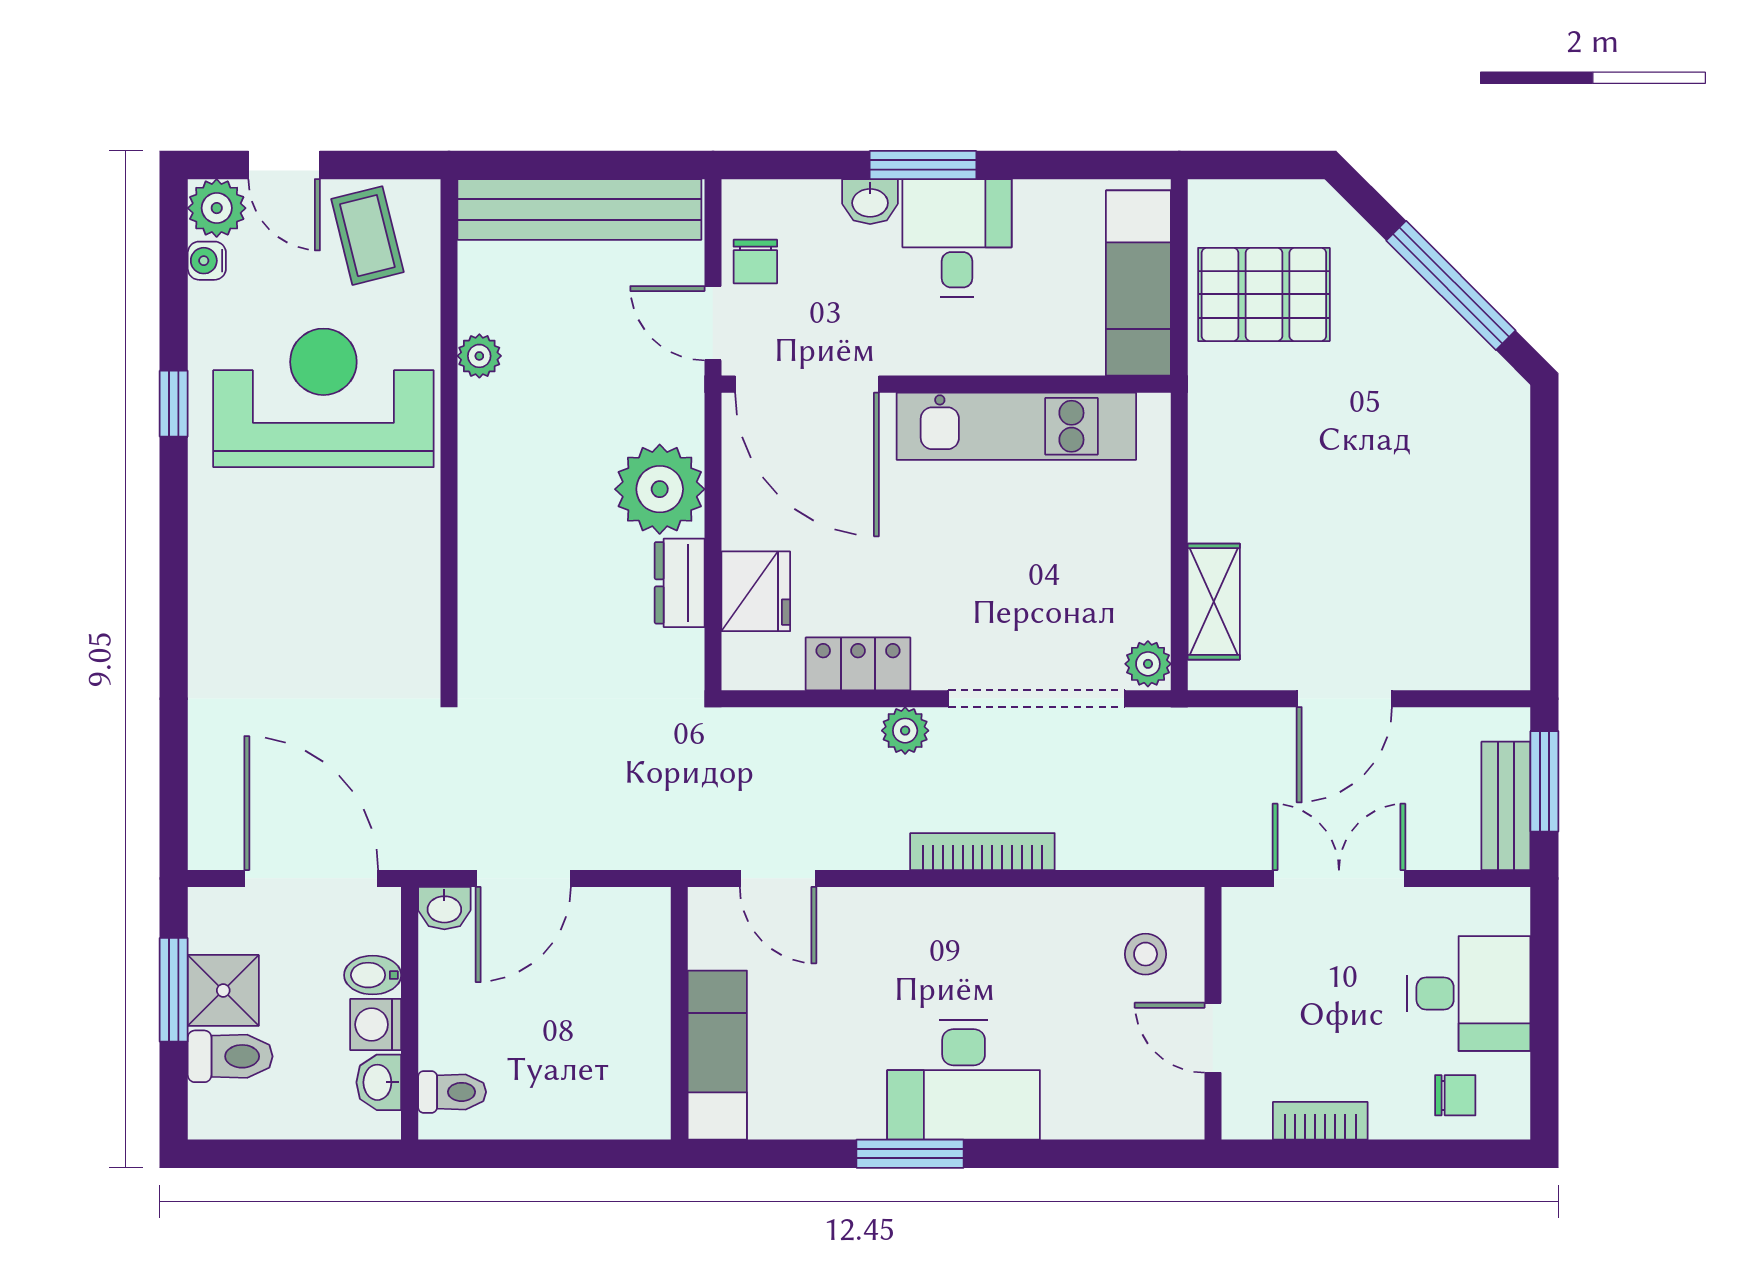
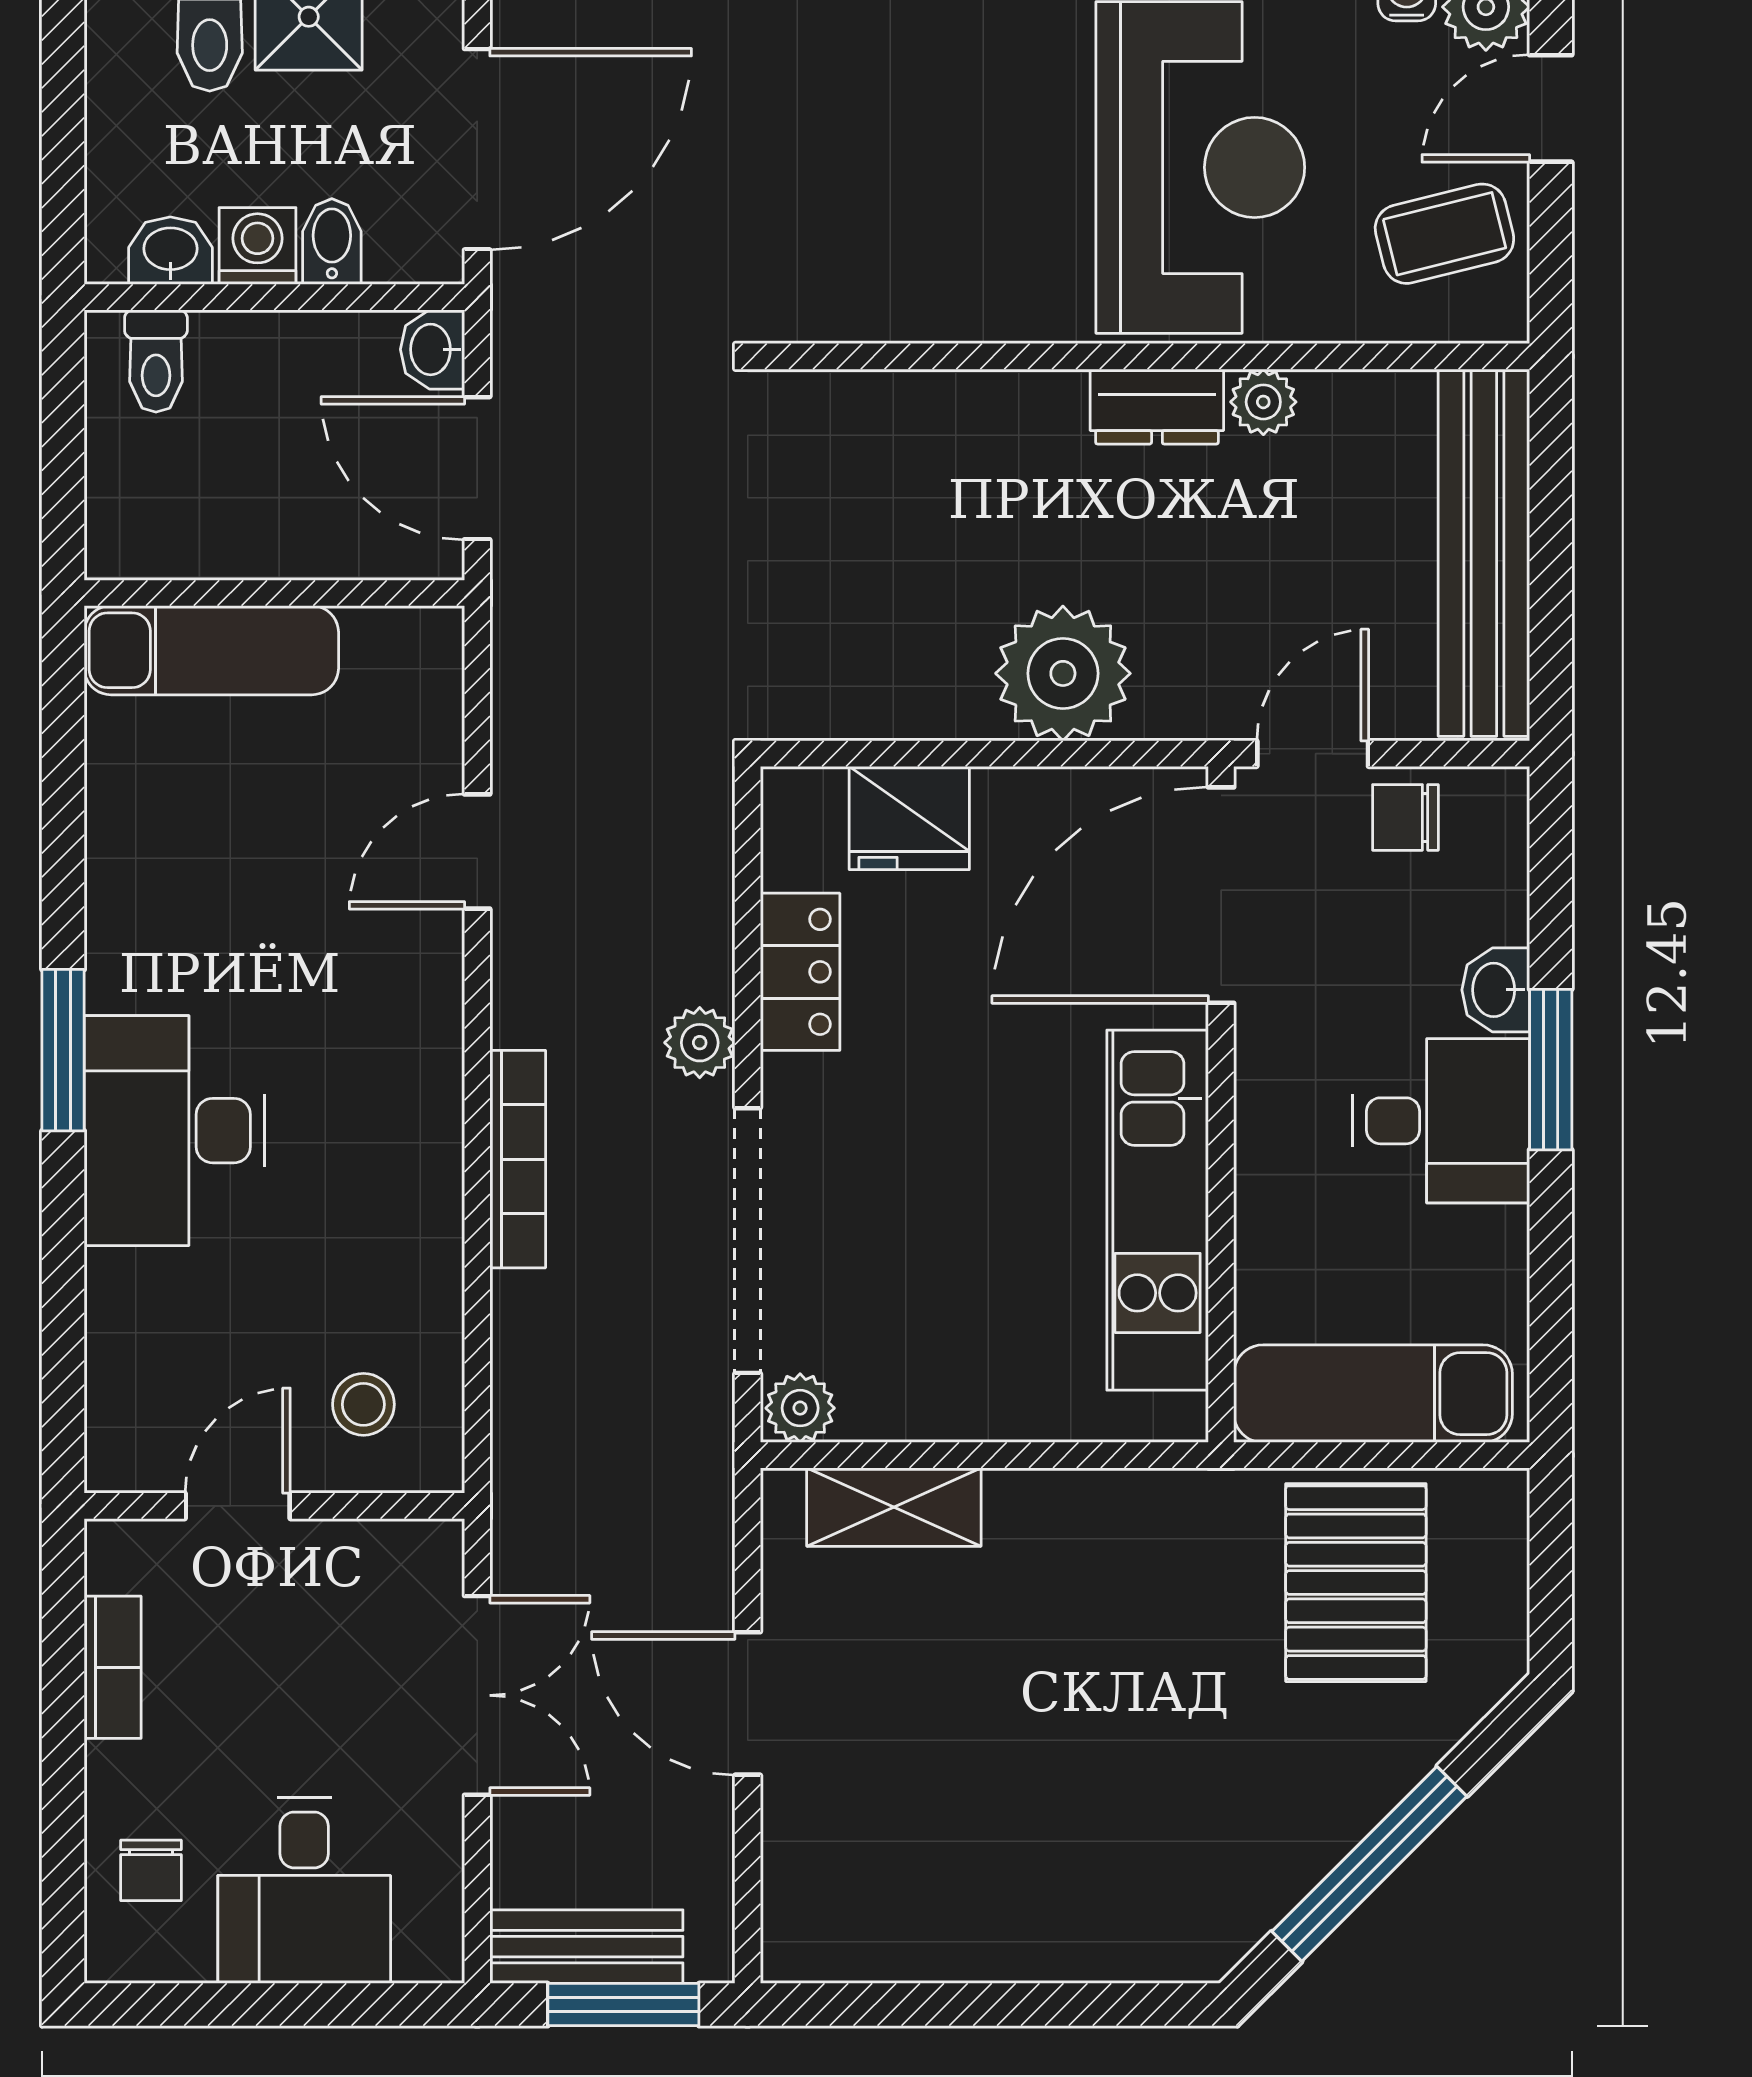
dresser: (680, 583) -> (1157, 407), moved, turned 180
wall: (679, 1013) -> (274, 593), moved
exam couch: (717, 1055) -> (211, 650), moved

